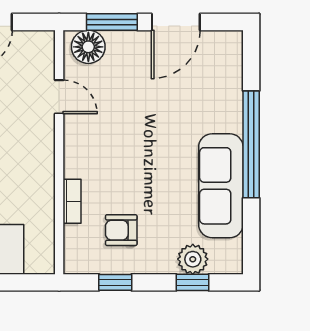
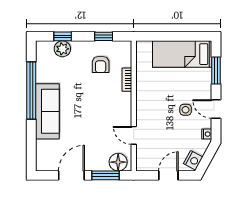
window: (251, 144) -> (31, 91), moved
sofa: (221, 186) -> (47, 111), moved
armchair: (121, 230) -> (101, 64), turned 90

